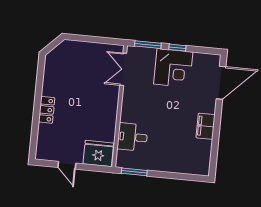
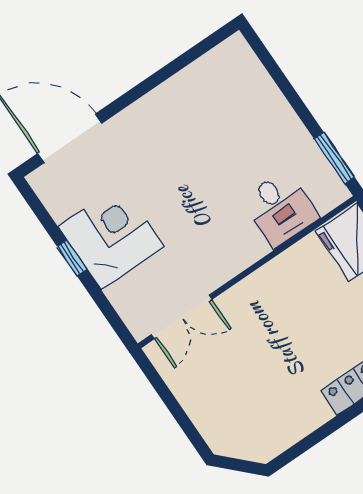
window: (148, 45) -> (108, 310), removed
filing cabinet: (206, 126) -> (162, 104), removed

